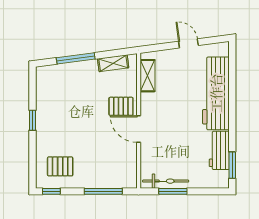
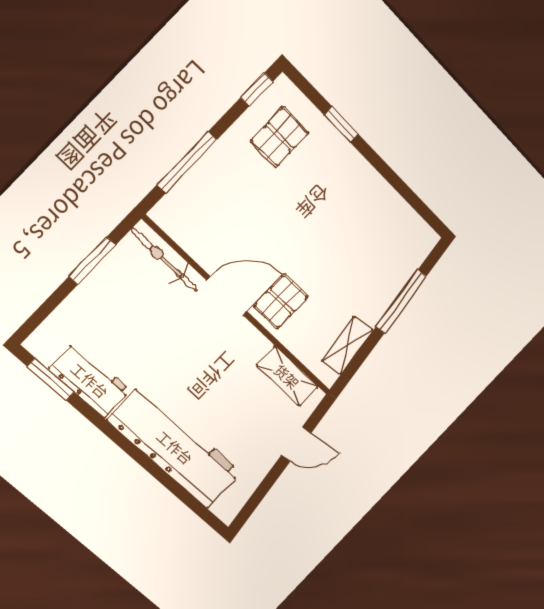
door: (188, 43) -> (296, 444), moved
window: (33, 120) -> (341, 124), moved
bicycle: (166, 181) -> (164, 260), moved, turned 90

